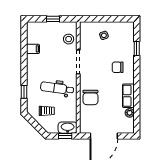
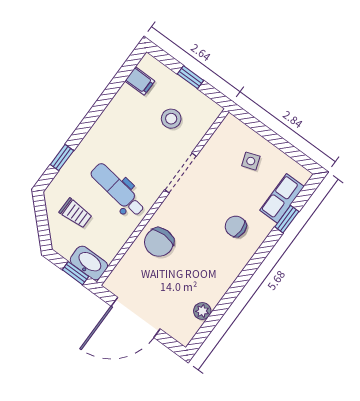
stool: (69, 39) -> (171, 119), moved
filing cabinet: (33, 49) -> (140, 81), moved
row of seats: (128, 96) -> (282, 198), moved

